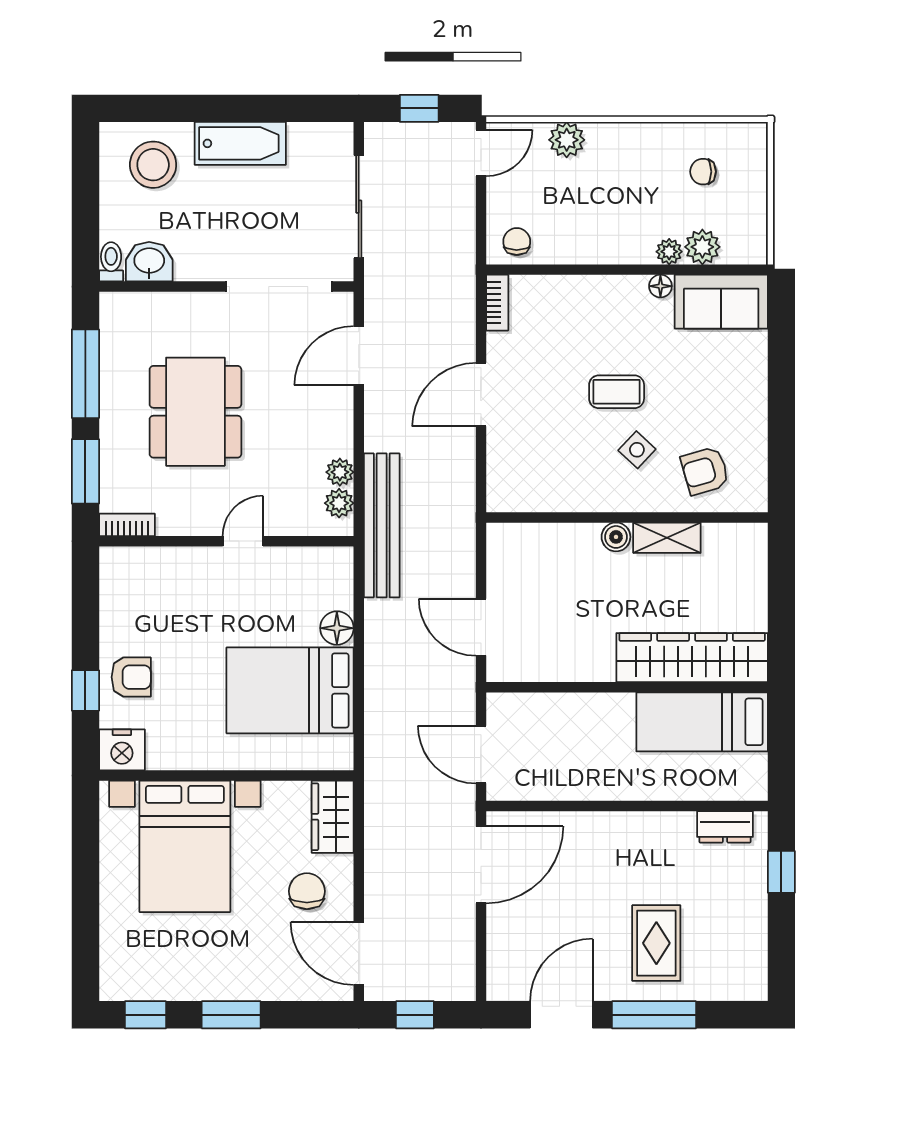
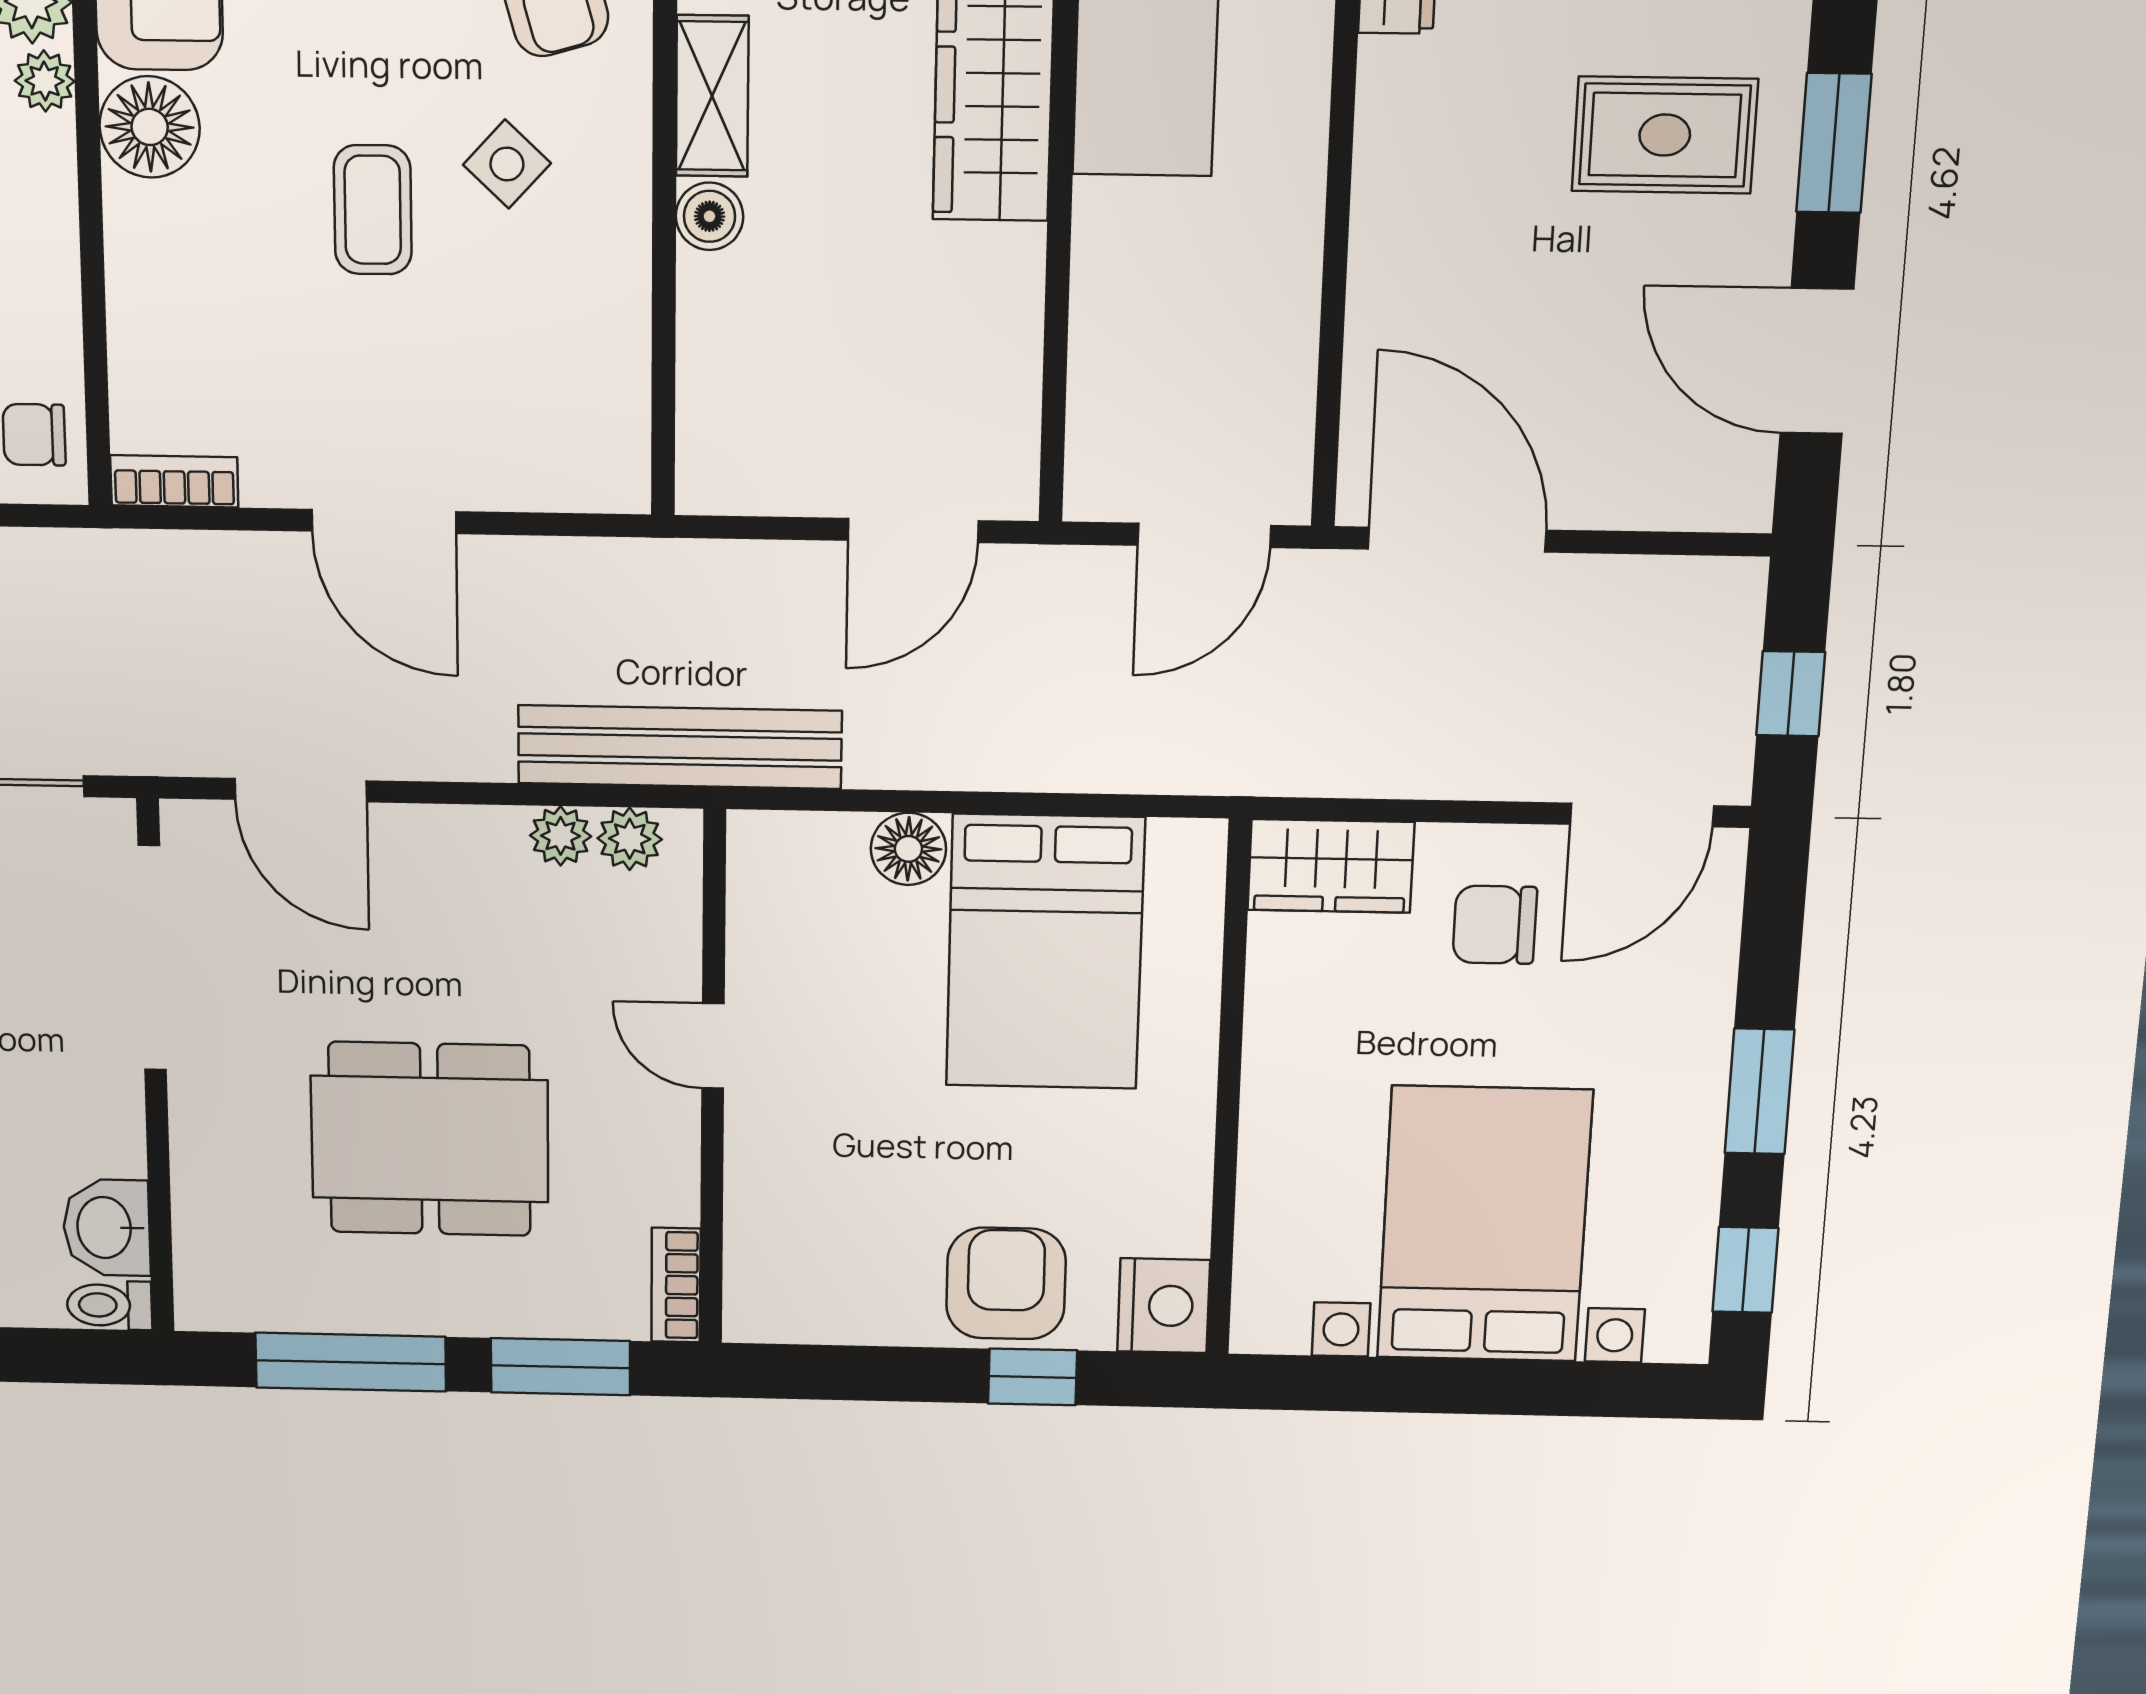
floor lamp: (660, 286) -> (150, 127), width x1.89, depth x1.89
armchair: (131, 677) -> (1006, 1283), width x1.38, depth x1.38
bed with nightstands: (185, 846) -> (1484, 1224), moved, turned -90
window: (654, 1015) -> (1834, 143), width x0.69

